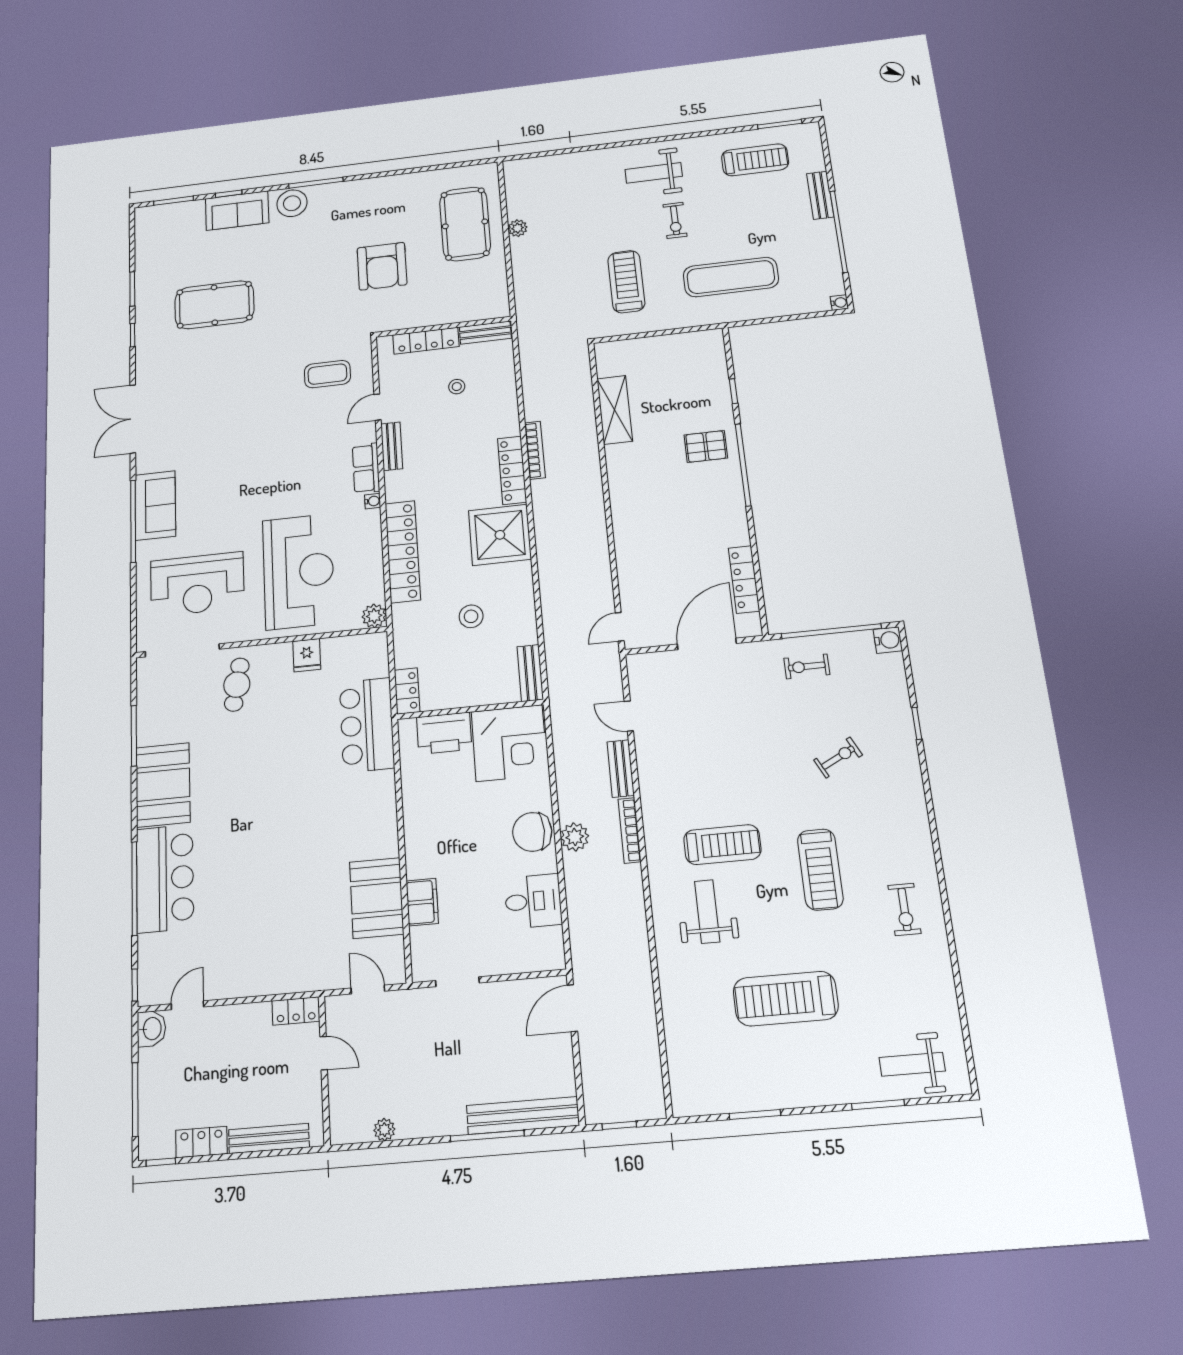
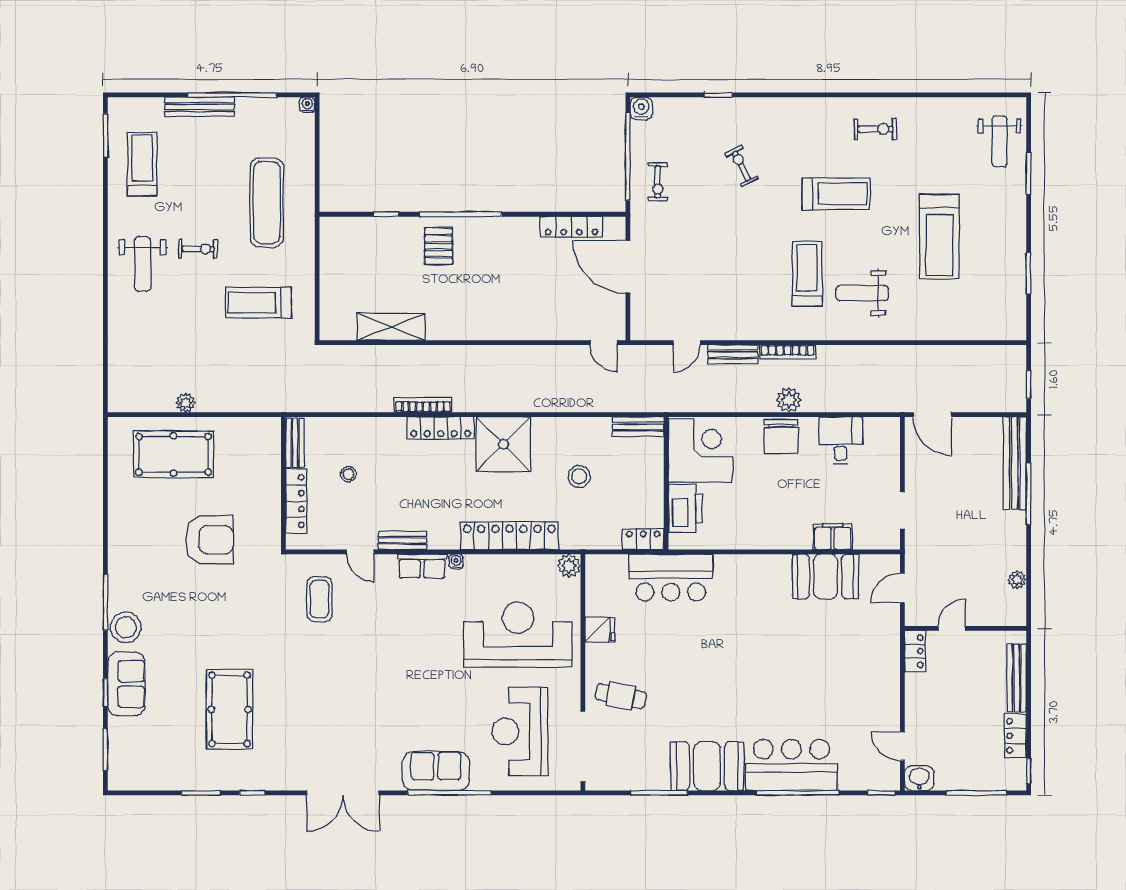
bench: (820, 195) -> (200, 107), width x1.36
reception desk: (197, 584) -> (520, 731), turned 180

